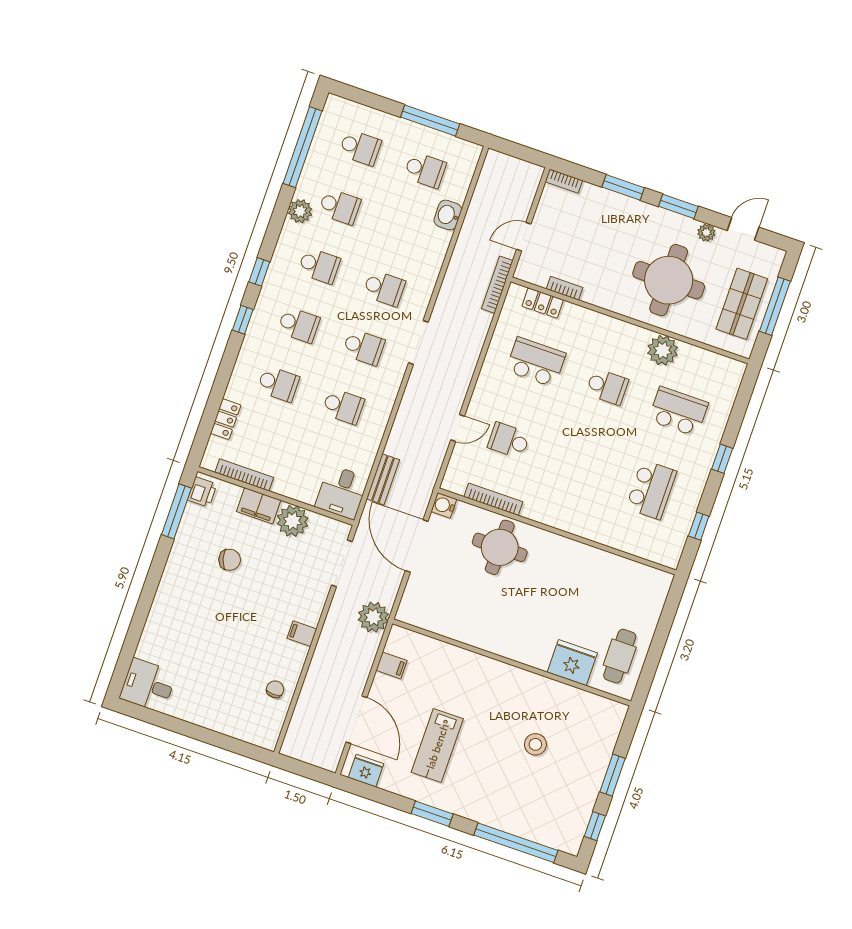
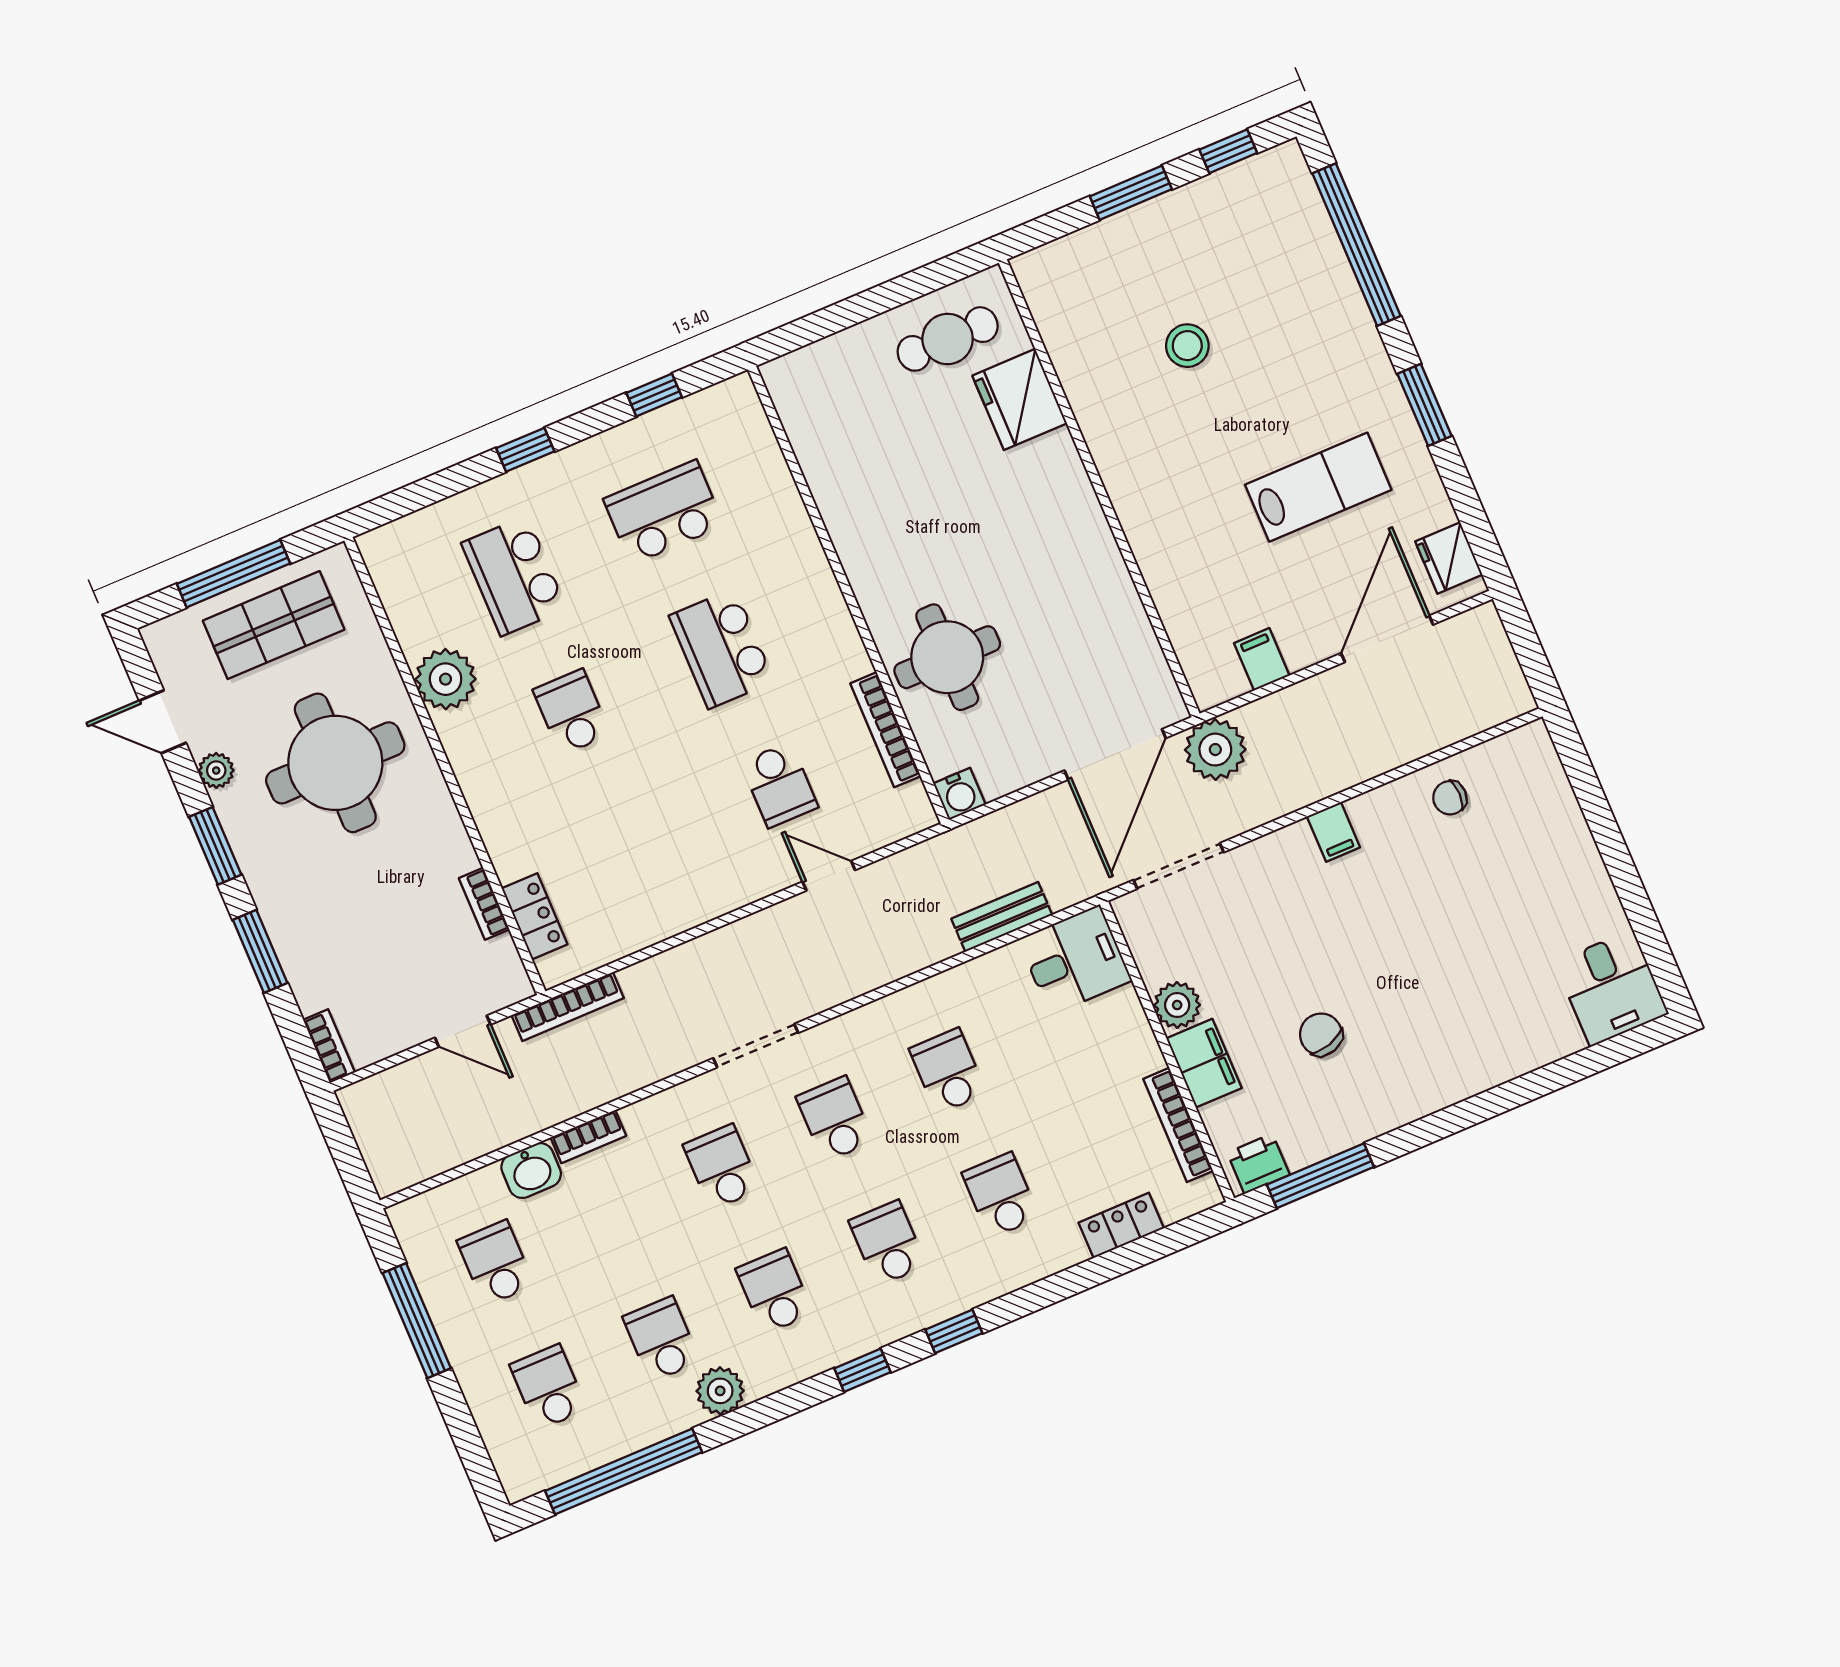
bookcase: (441, 248) -> (588, 1137), added
school desk: (536, 362) -> (722, 649), moved
plant: (292, 521) -> (1177, 1005), width x0.73, depth x0.73
door: (417, 546) -> (1115, 754), moved

